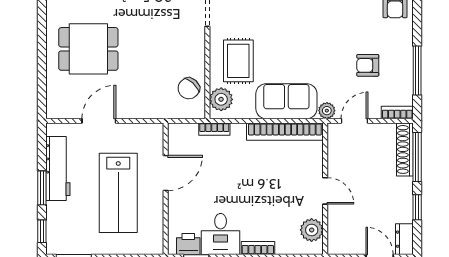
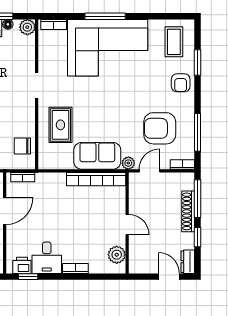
armchair: (368, 65) -> (160, 128), width x1.88, depth x1.88
chair: (189, 88) -> (22, 146), turned 47
plant: (221, 99) -> (47, 154), removed
bookcase: (214, 129) -> (23, 177), moved
shoe rack: (405, 149) -> (188, 211), moved

